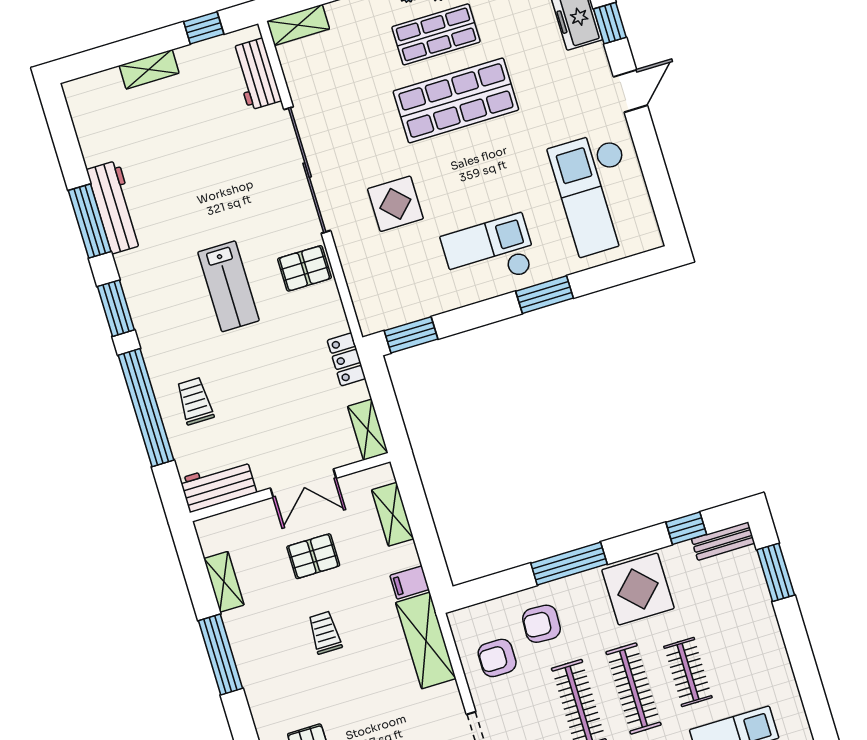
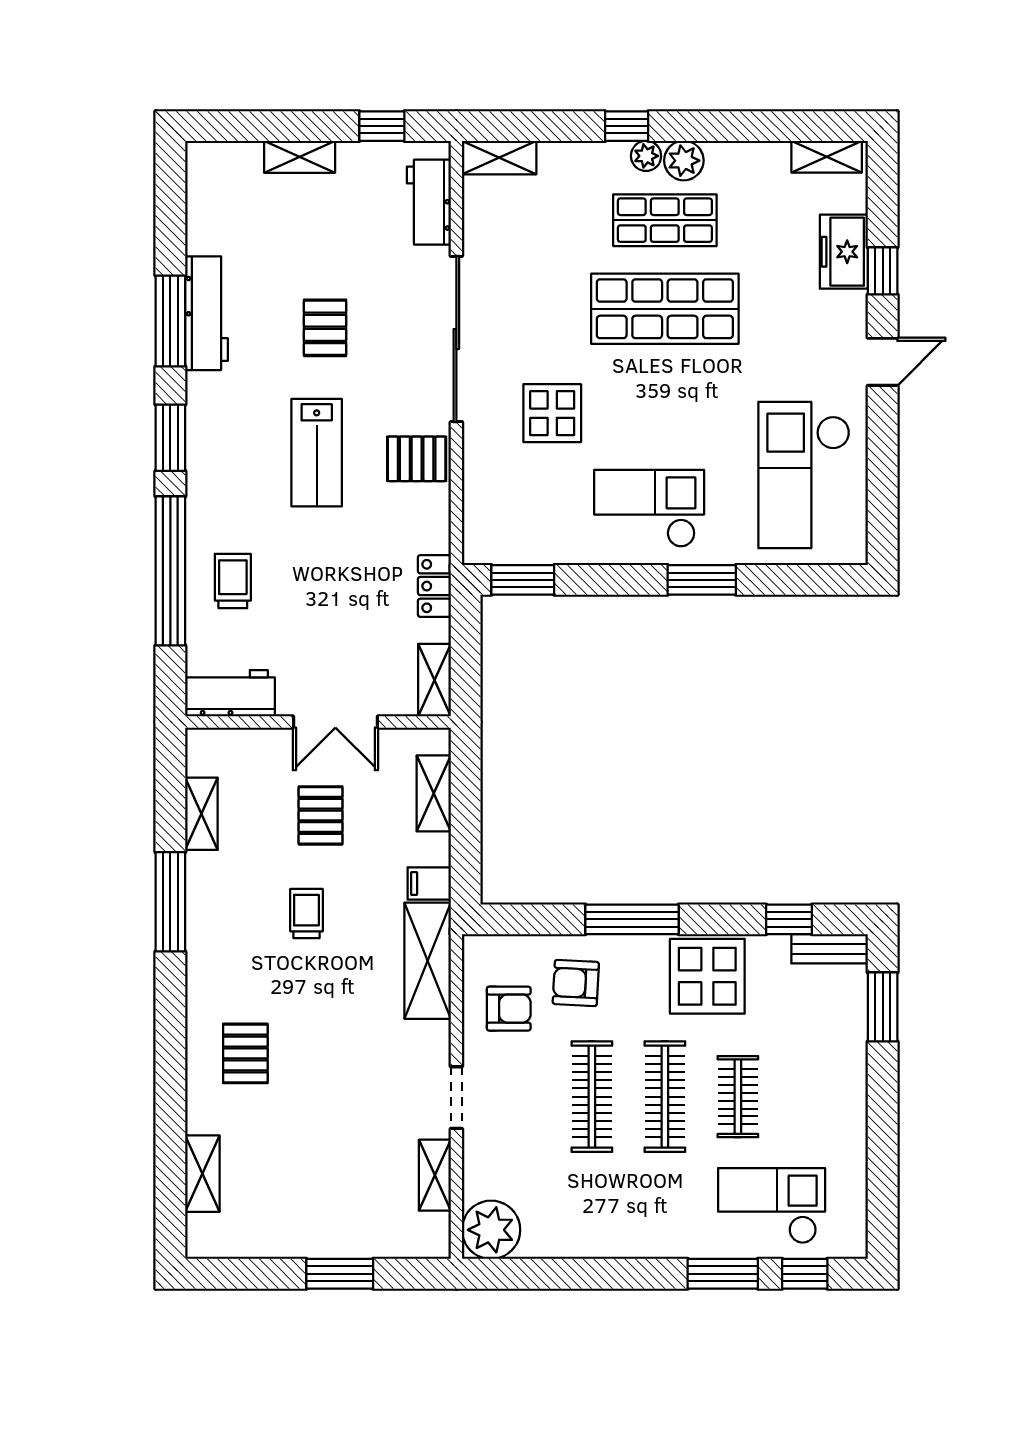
pallet: (207, 191) -> (325, 328), added
pallet: (313, 556) -> (321, 815), turned 90
armchair: (497, 658) -> (509, 1009), turned 180

